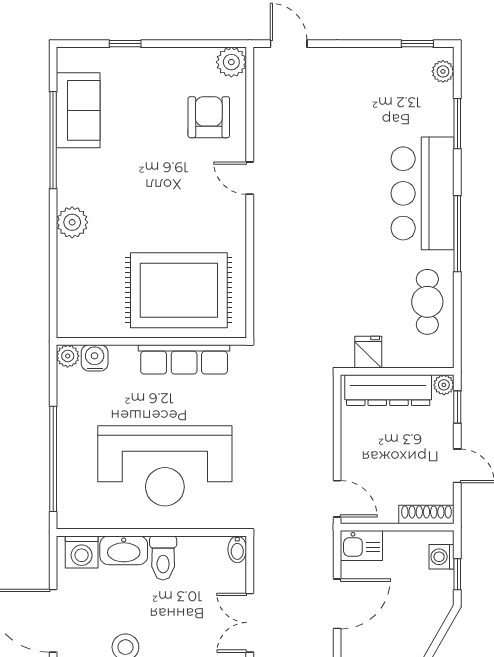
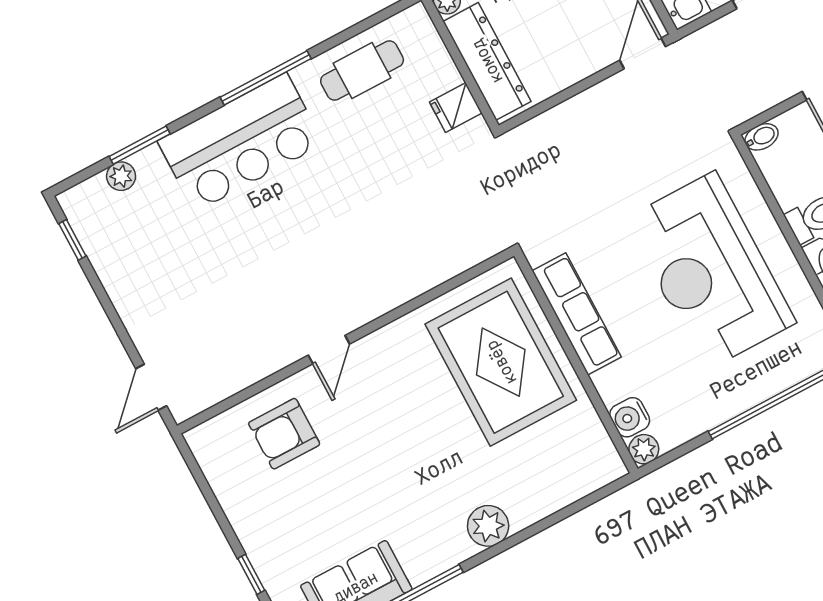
plant: (231, 62) -> (207, 442), removed
plant: (443, 71) -> (121, 176), moved
reception desk: (165, 466) -> (710, 271), turned 180

